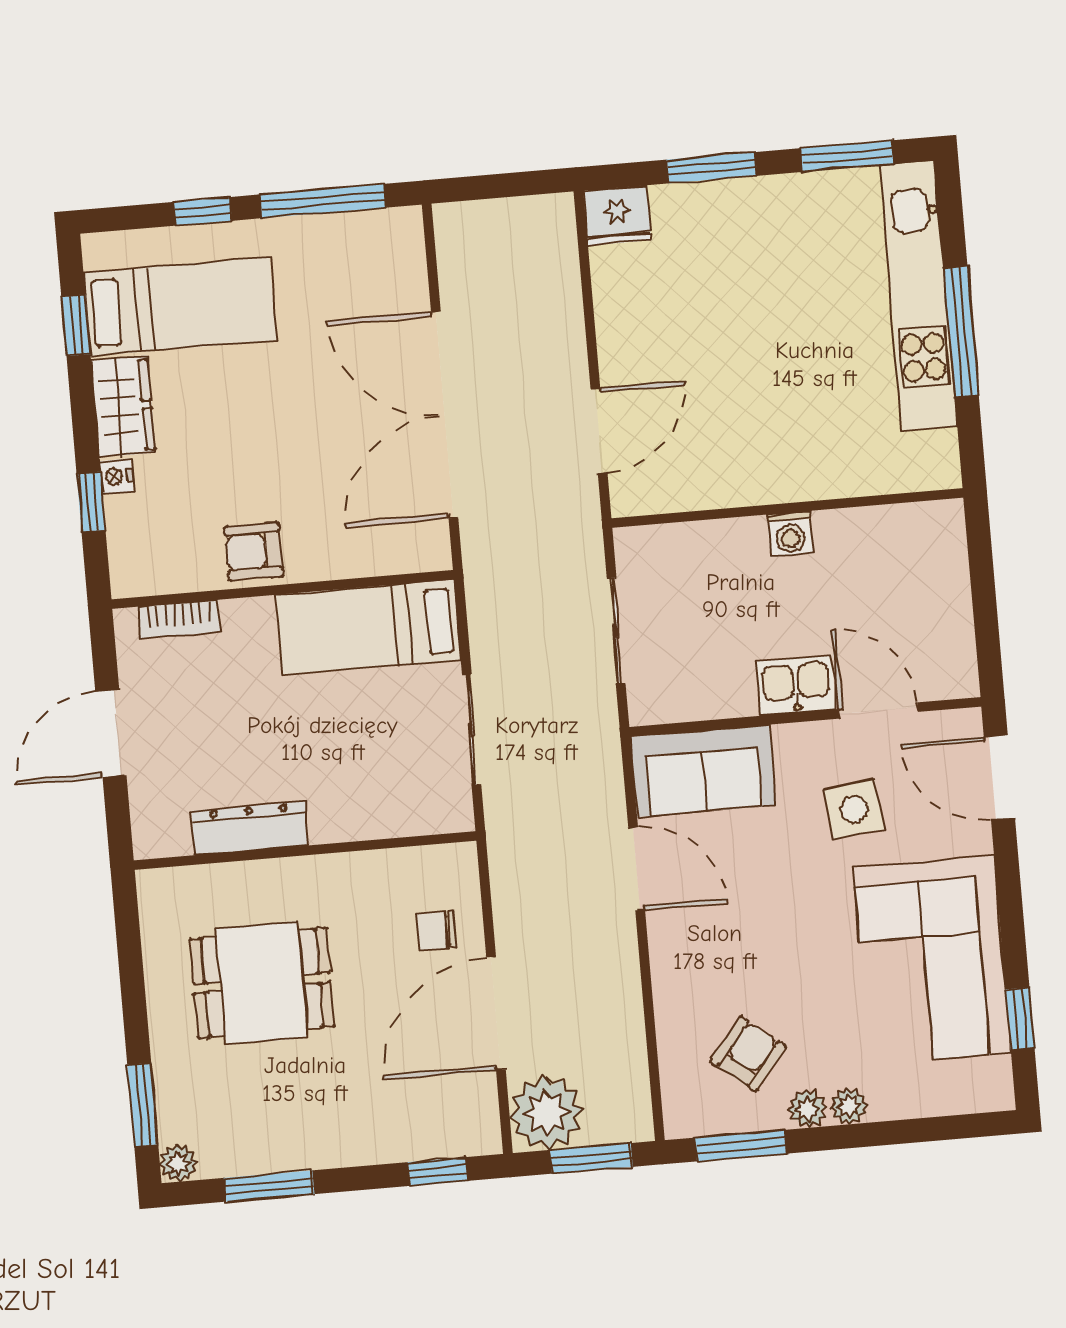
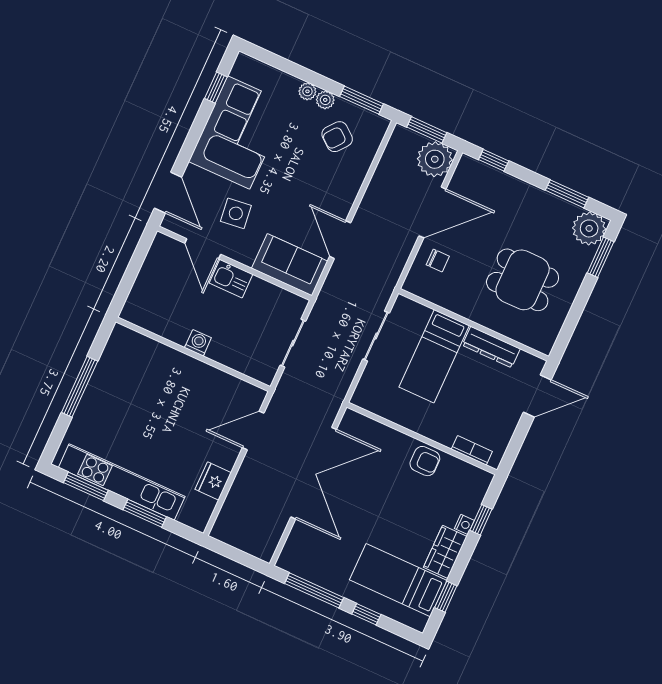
fridge: (617, 215) -> (213, 481), moved, turned -90
kitchen unit: (918, 296) -> (122, 482), moved, turned -90
bed: (368, 627) -> (434, 356), moved, turned 90
door: (111, 733) -> (537, 396), moved
plant: (178, 1163) -> (589, 228), width x1.88, depth x1.88

